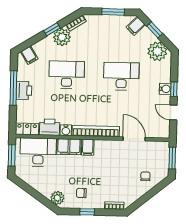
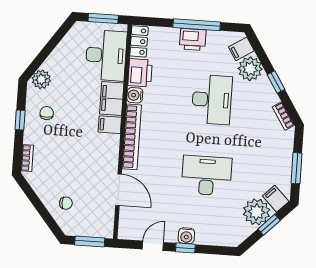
plant: (62, 37) -> (250, 69), moved
plant: (157, 51) -> (257, 212), moved
desk: (121, 76) -> (207, 176), turned -90
door: (134, 139) -> (119, 190), hinge flipped

